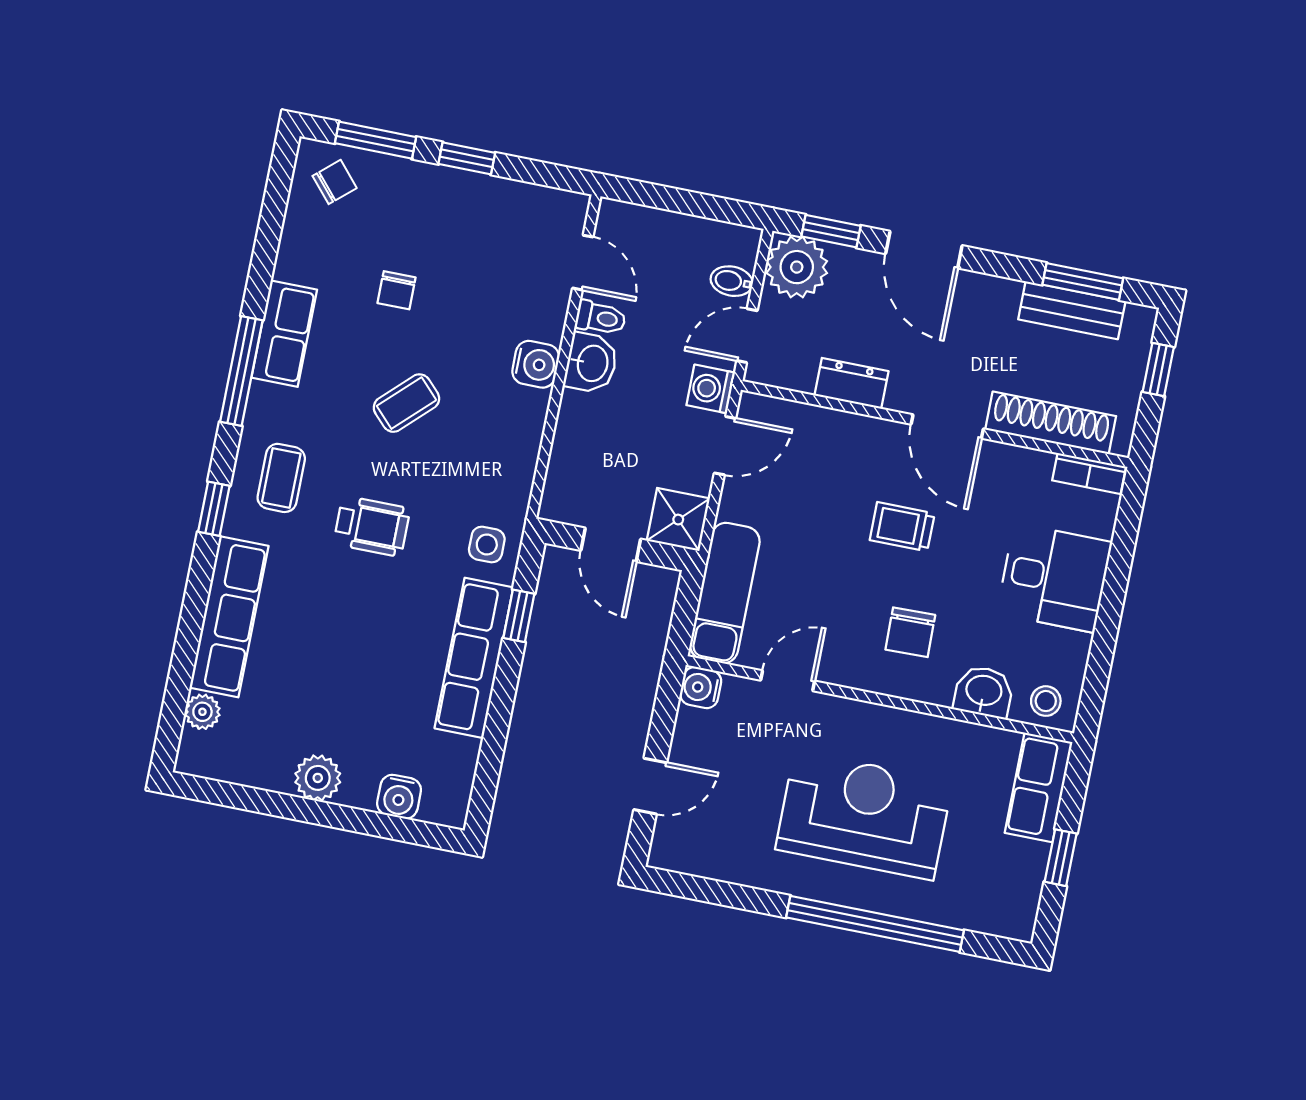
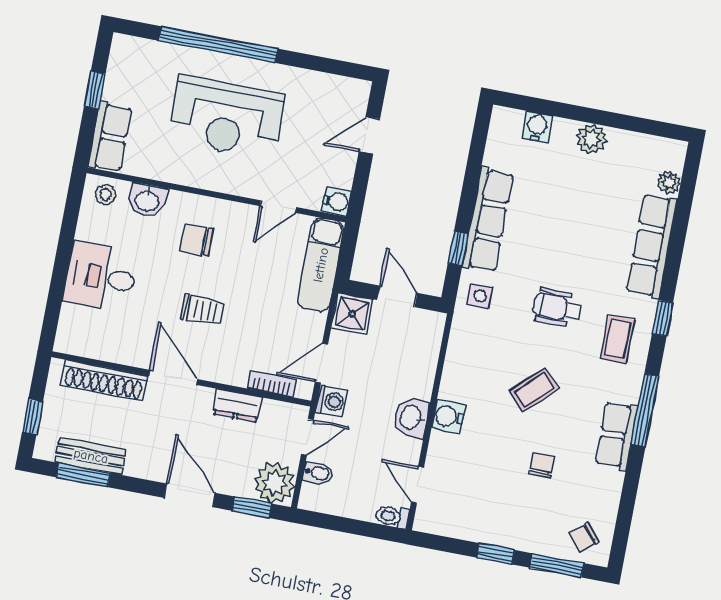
toilet: (601, 318) -> (392, 517), moved
bookcase: (1089, 474) -> (272, 384), moved
chair: (910, 632) -> (196, 240), turned -89

